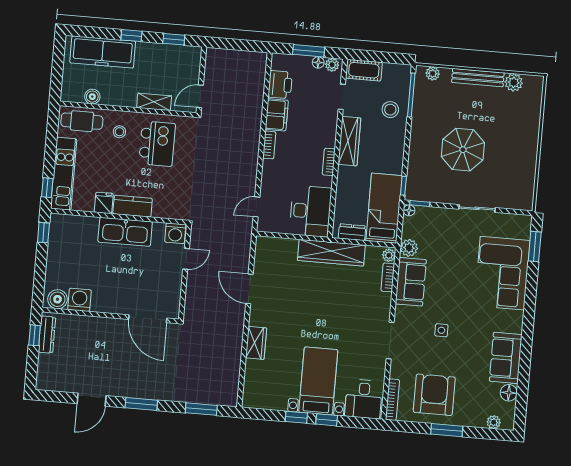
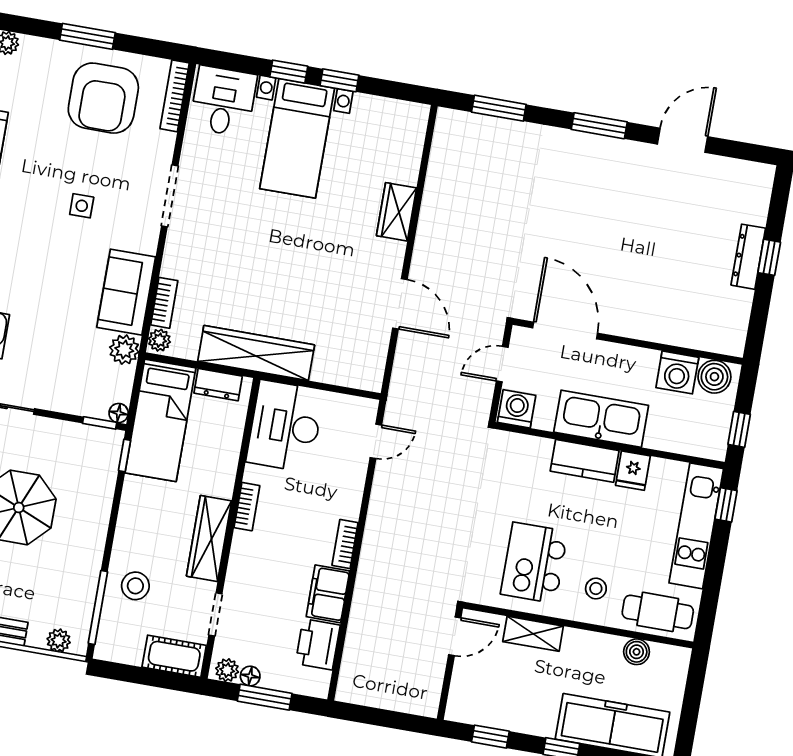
boiler: (57, 299) -> (714, 377), moved
washing machine: (80, 300) -> (677, 372), moved
wall: (110, 315) -> (628, 341), moved
door: (148, 319) -> (565, 330), moved

